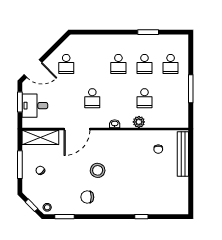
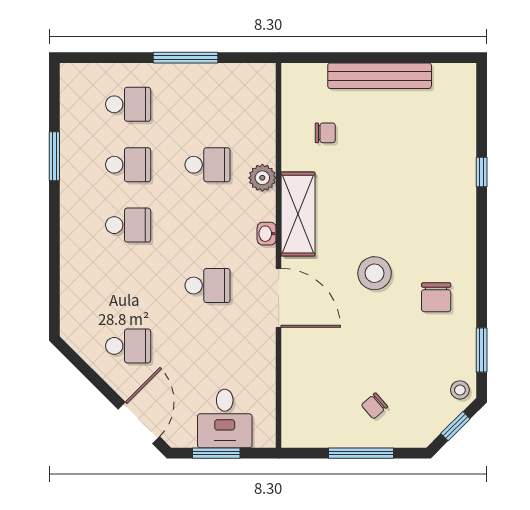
door: (77, 129) -> (279, 298), moved
shelving: (40, 137) -> (298, 214), moved
bench: (183, 154) -> (380, 76), moved

